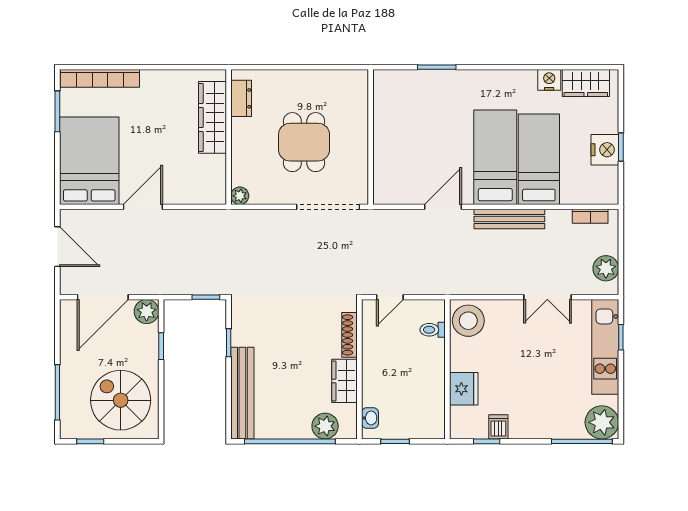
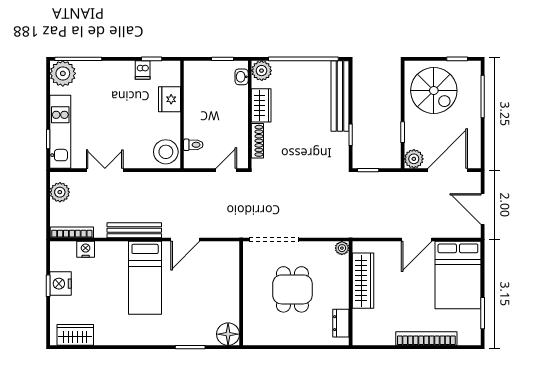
bookcase: (100, 78) -> (426, 339), moved
nightstand: (549, 80) -> (86, 249), moved, turned 180
floor lamp: (388, 84) -> (228, 334), added
wardrobe: (213, 117) -> (363, 281), moved
bed: (539, 159) -> (111, 276), removed
bookcase: (590, 216) -> (72, 232), width x1.56
plant: (325, 426) -> (262, 71), moved

